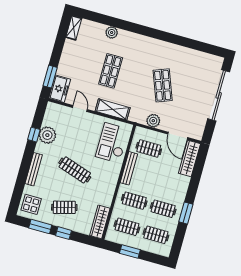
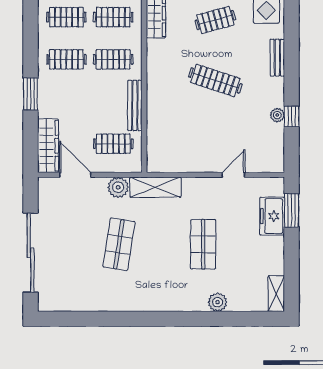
shop shelf: (163, 85) -> (119, 244), turned 30
freezer: (60, 89) -> (272, 216), moved
door: (80, 108) -> (233, 175), swing flipped
shelving: (113, 109) -> (155, 187), moved
plant: (47, 135) -> (277, 115), width x0.53, depth x0.53
checkout: (112, 143) -> (171, 137), removed
bench: (34, 169) -> (277, 58), width x0.73
window: (186, 213) -> (31, 94), moved

